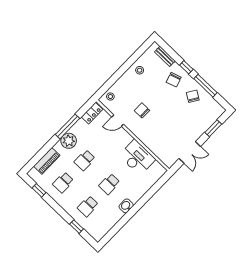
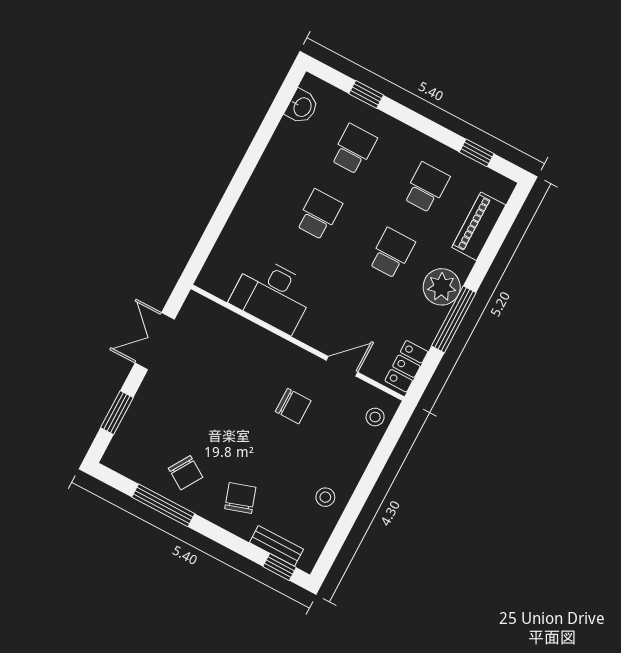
window: (186, 67) -> (279, 567), moved
washbasin: (126, 206) -> (302, 107), moved

